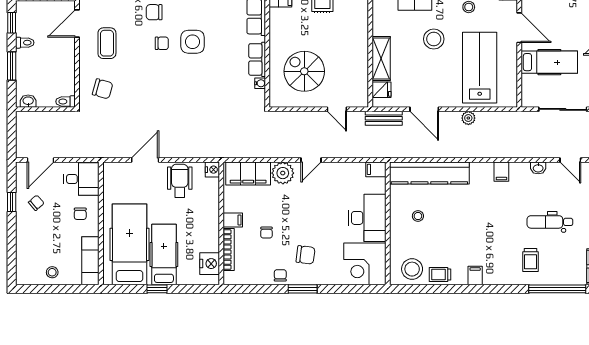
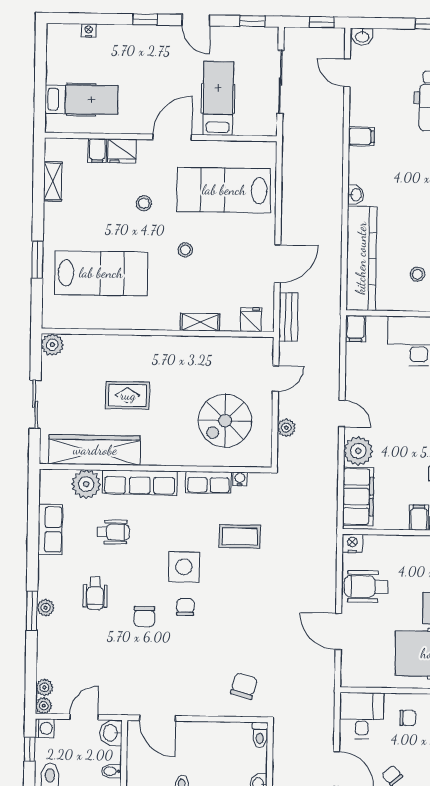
stool: (434, 39) -> (185, 250), width x0.53, depth x0.53
coffee table: (107, 43) -> (240, 536), moved
shelving: (381, 58) -> (200, 322), width x0.67, depth x0.75
plant: (468, 118) -> (286, 428), moved
door: (570, 160) -> (347, 73), swing flipped
washbasin: (538, 168) -> (356, 195), moved
filing cabinet: (501, 172) -> (361, 136), moved

